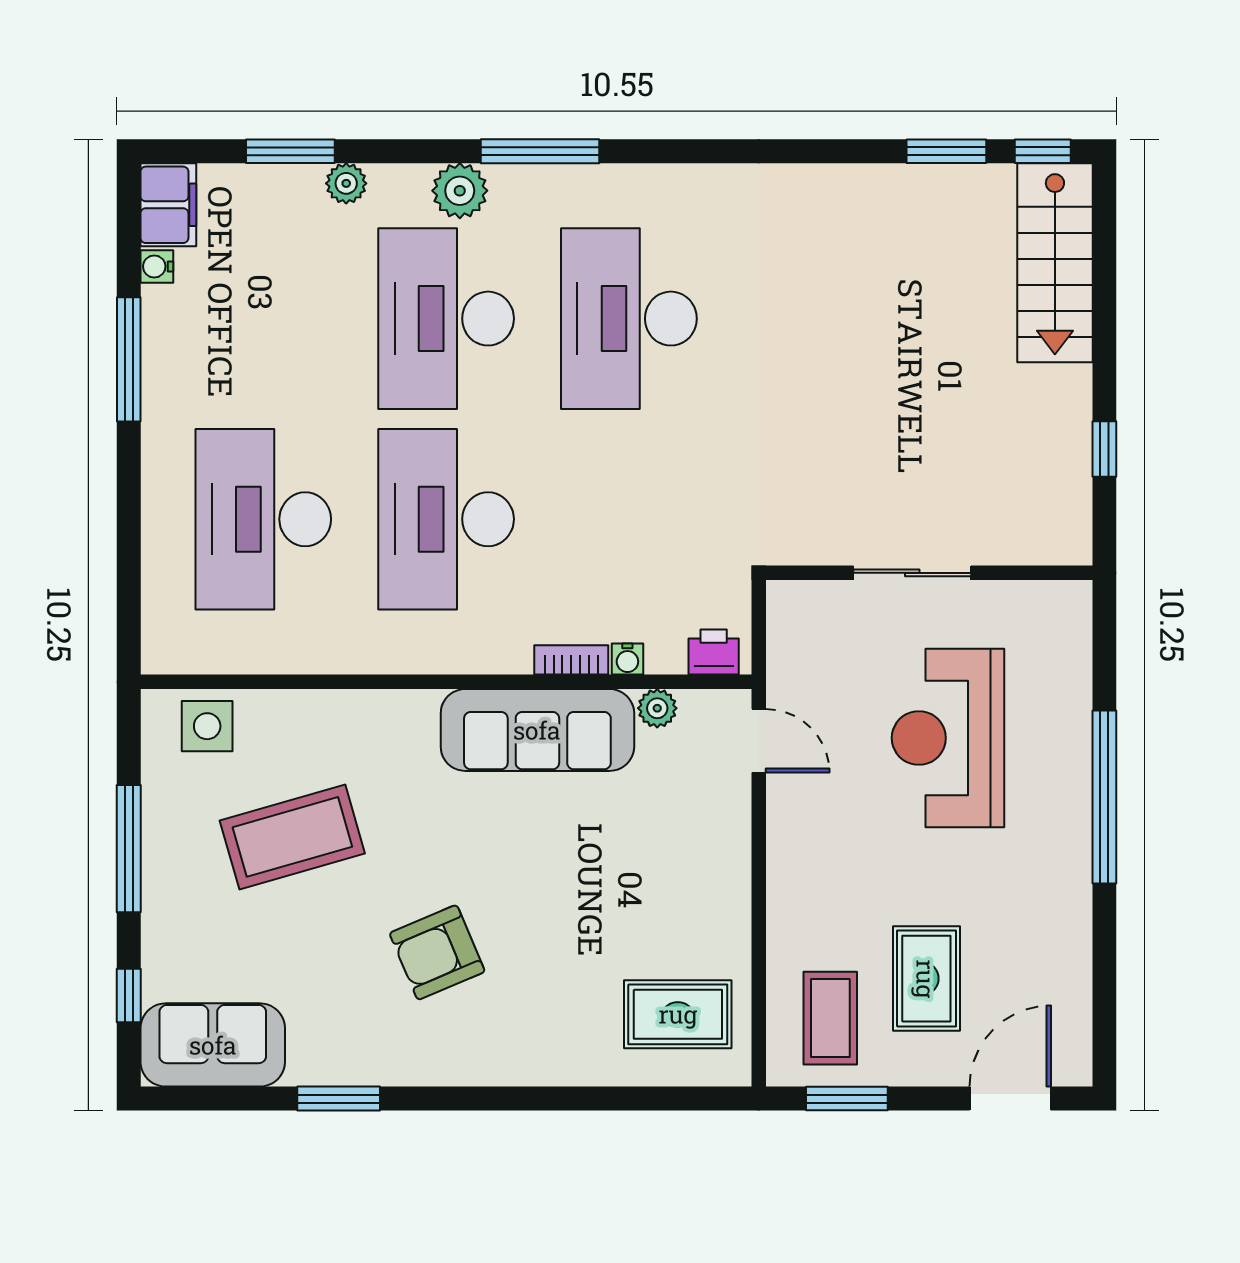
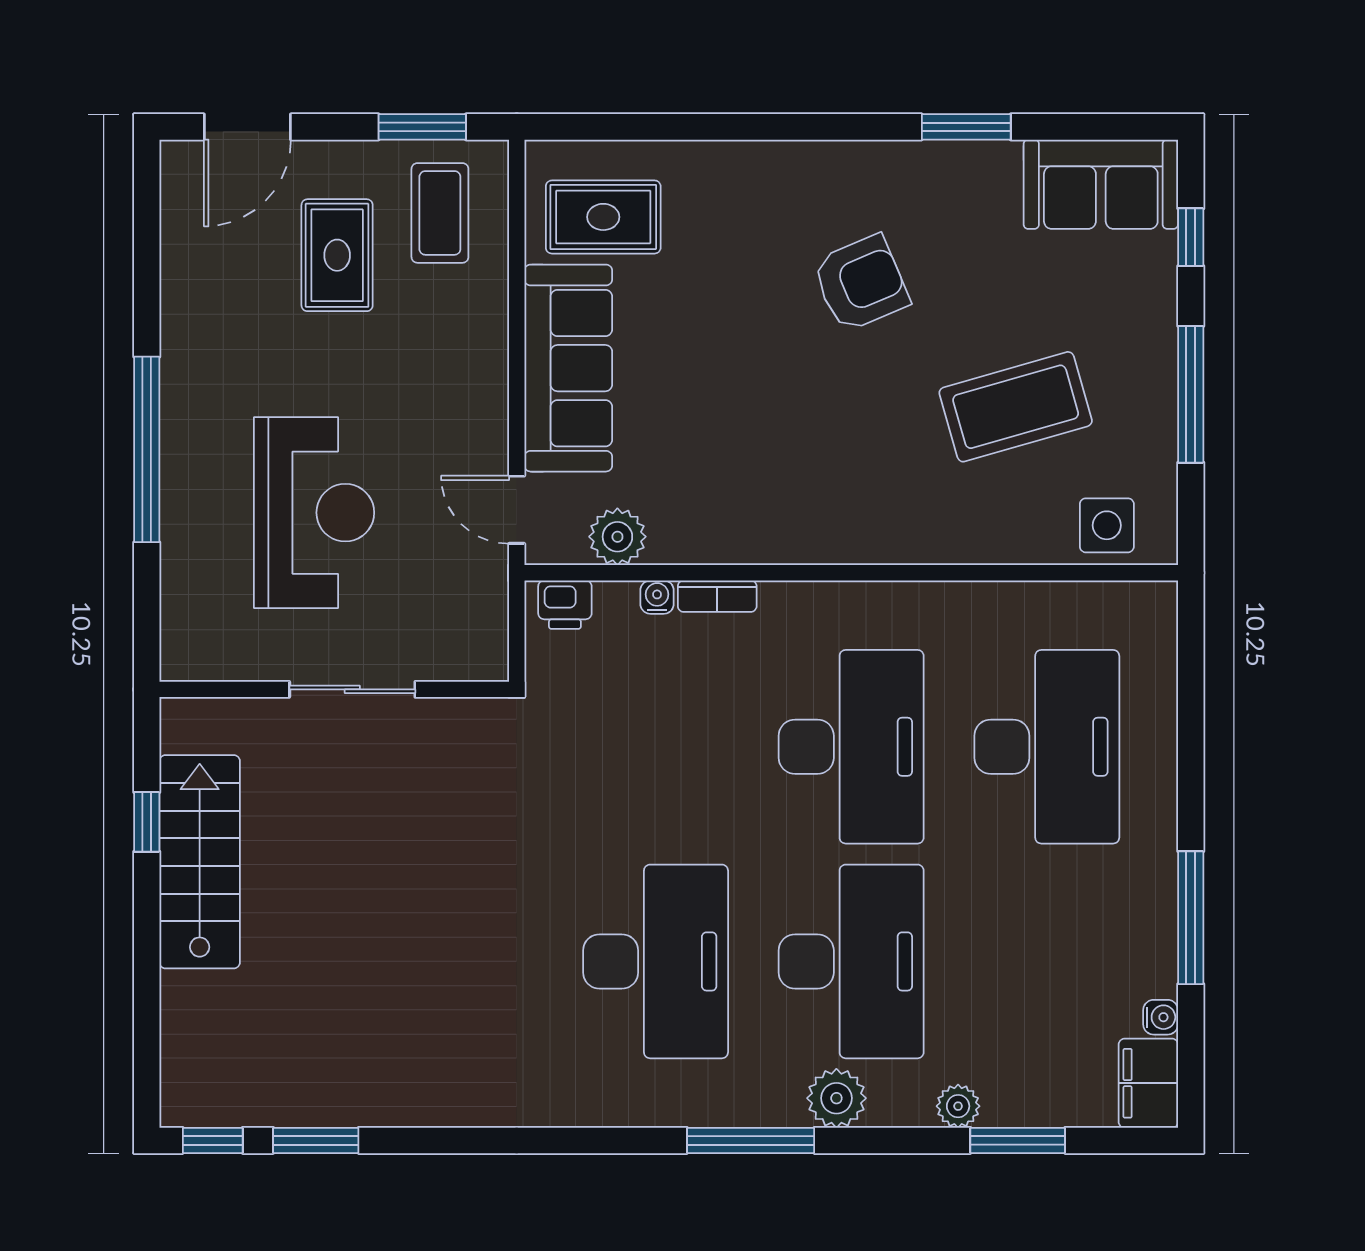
stairs: (1055, 263) -> (200, 862), moved
plant: (657, 708) -> (617, 537), width x1.38, depth x1.38
sofa: (537, 730) -> (568, 368), moved, turned 90

